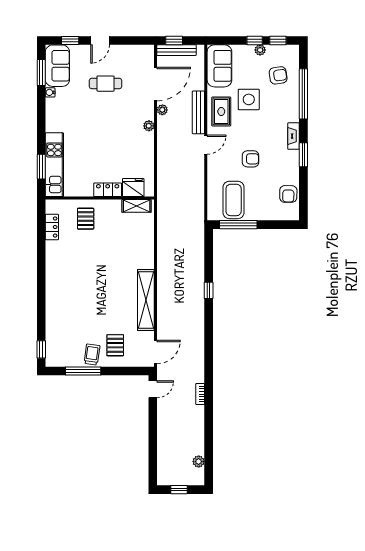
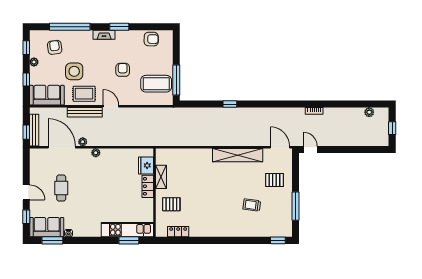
window: (255, 40) -> (26, 80), moved
shelving: (137, 206) -> (161, 177), moved
trolley: (92, 355) -> (252, 205), moved

